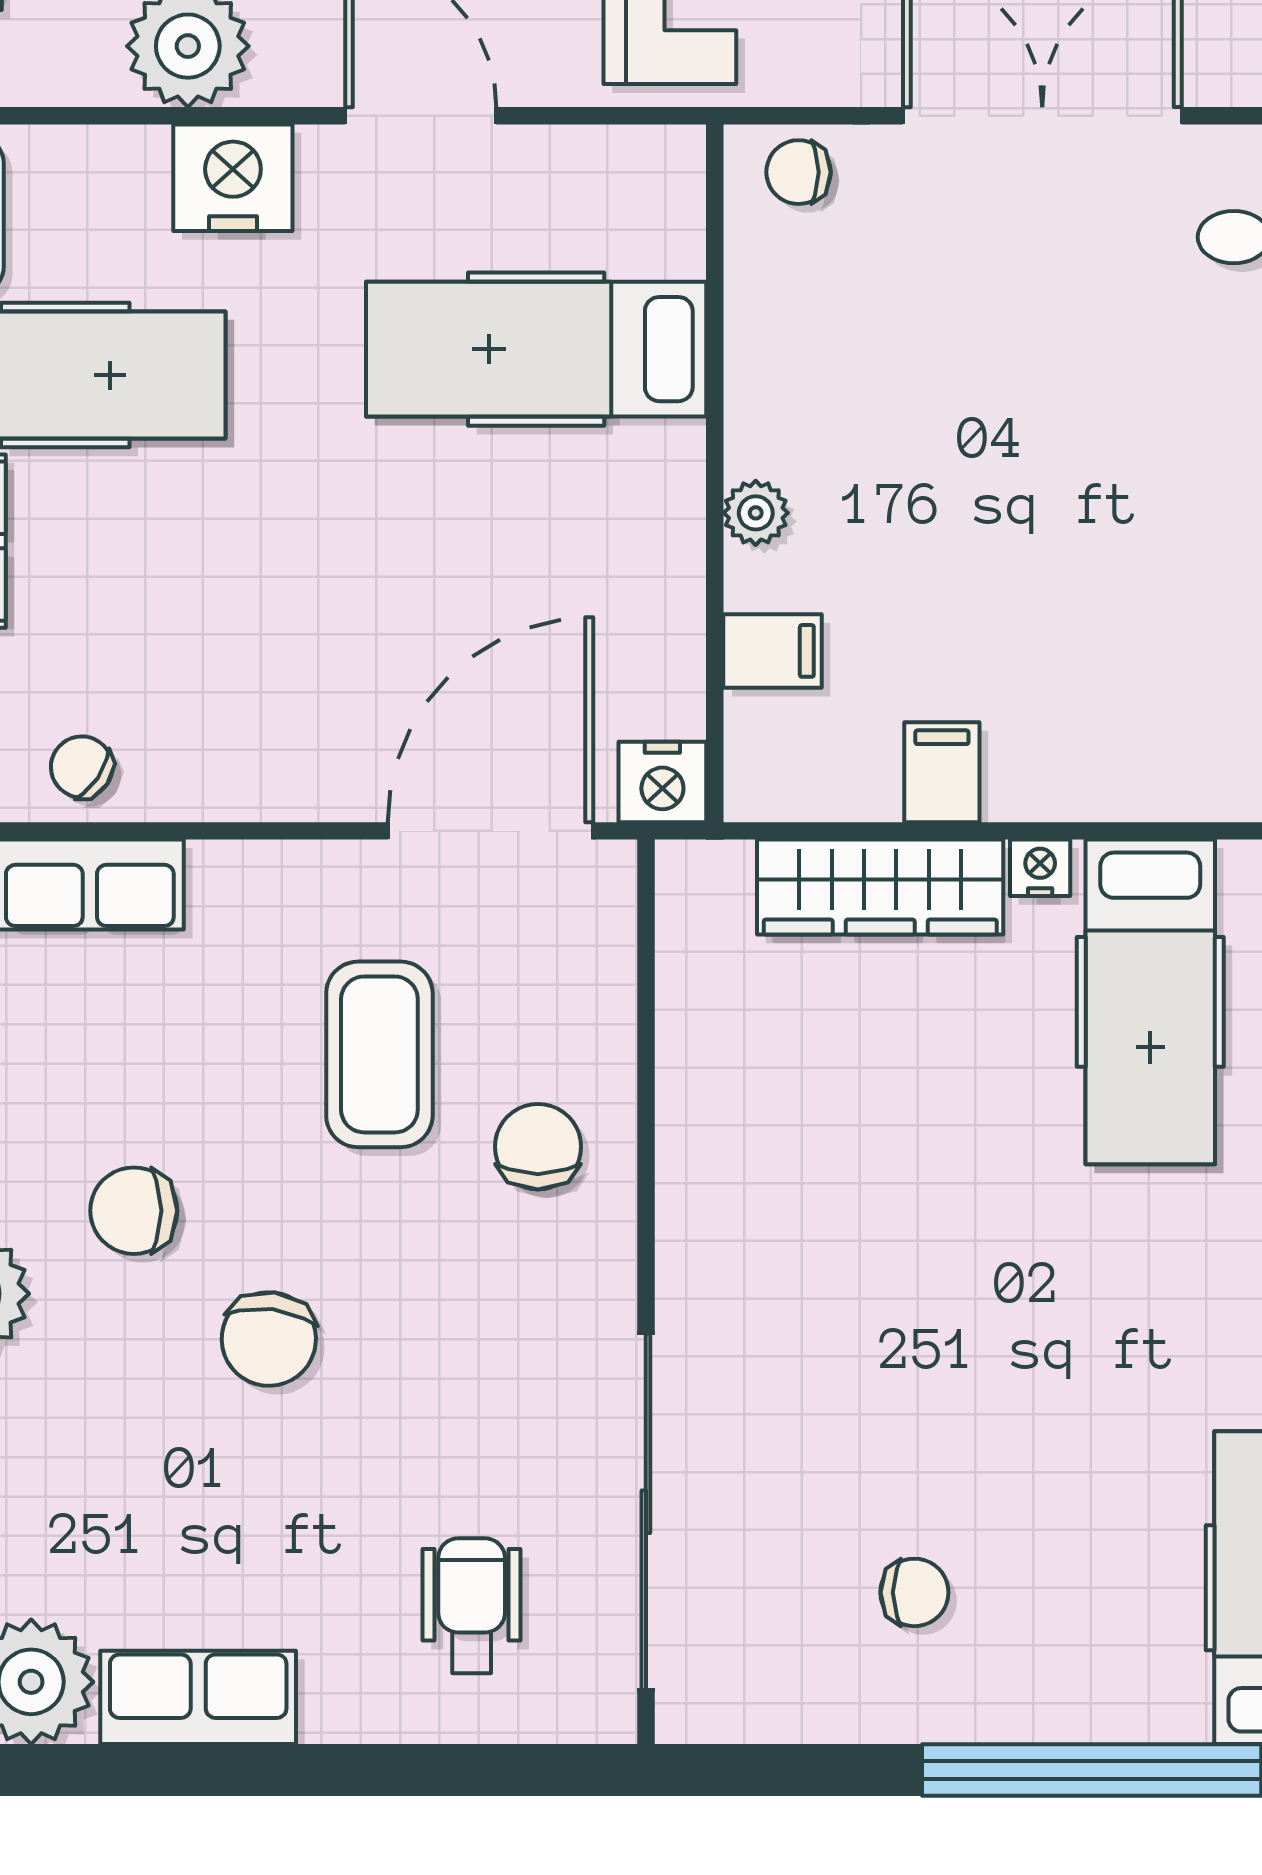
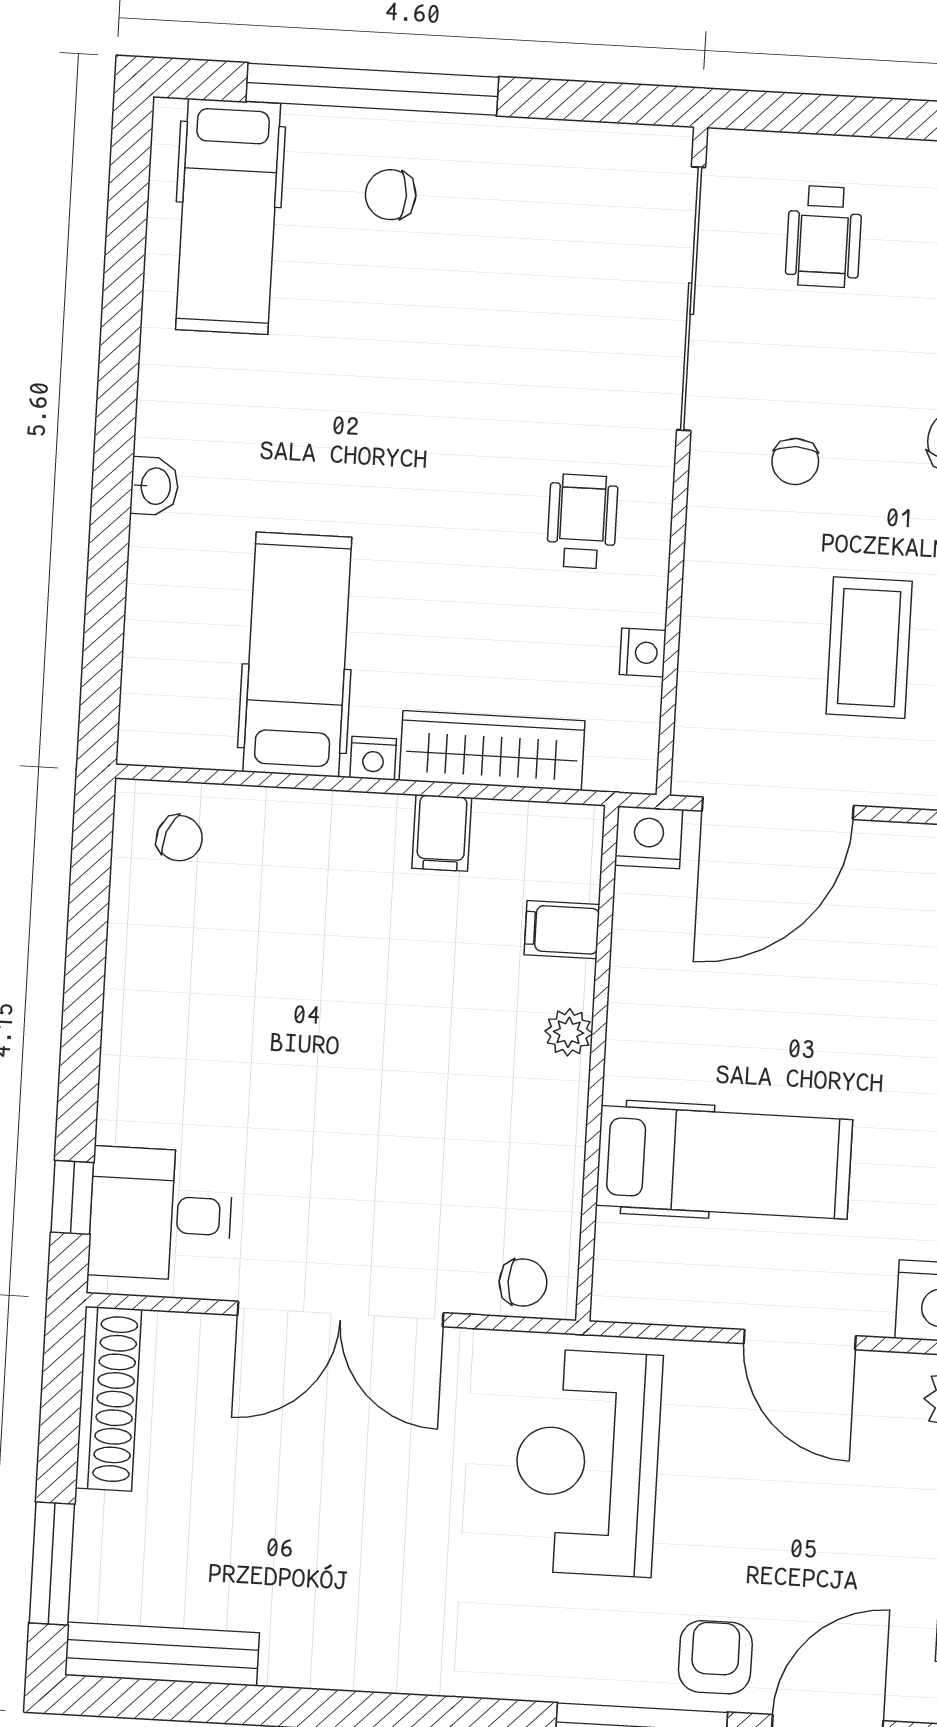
nightstand: (684, 1031) -> (643, 653), added
chair: (538, 1147) -> (795, 461), moved, width x0.73, depth x0.73
wheelchair: (776, 1203) -> (582, 521), added
chair: (914, 1592) -> (391, 195), moved

